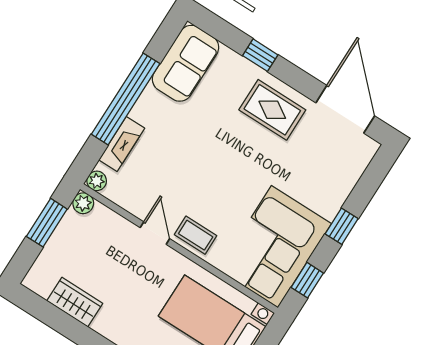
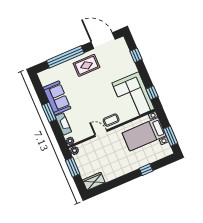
window: (260, 55) -> (65, 57), width x3.17
sofa: (186, 63) -> (57, 98), moved
window: (126, 99) -> (49, 112), width x0.47
window: (342, 226) -> (136, 55), moved
wardrobe: (75, 302) -> (94, 181), moved

